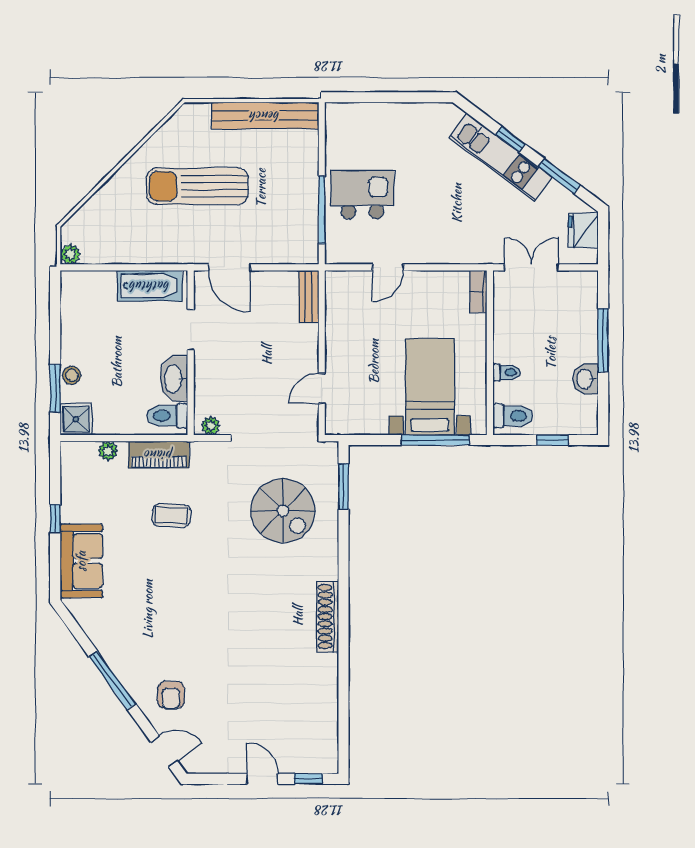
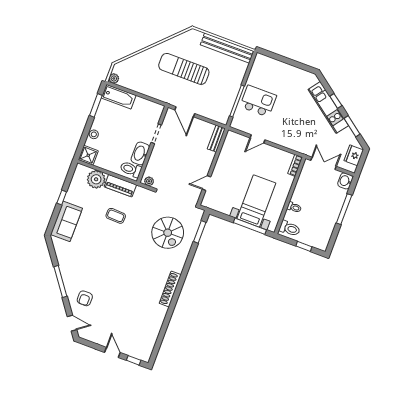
bathtub: (150, 286) -> (119, 97), moved
washbasin: (585, 379) -> (345, 181), moved
window: (55, 388) -> (96, 105), moved
plant: (108, 451) -> (96, 179), width x1.88, depth x1.88

